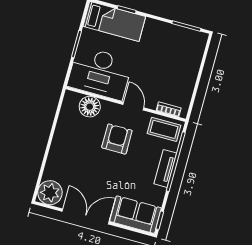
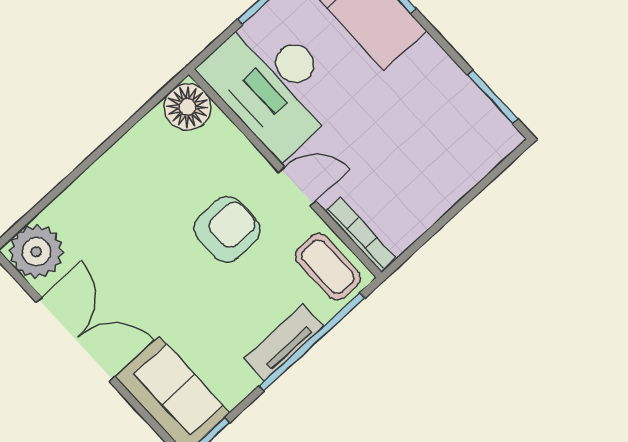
door: (133, 106) -> (297, 186), hinge flipped
floor lamp: (90, 107) -> (187, 107), moved
bookcase: (169, 109) -> (360, 234), width x1.56

